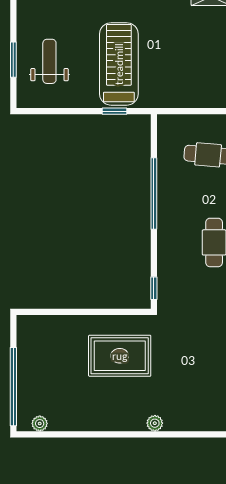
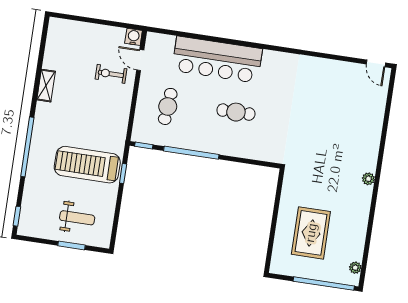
weight bench: (49, 61) -> (77, 218), turned 180
window: (154, 288) -> (144, 145), moved
rug: (120, 356) -> (311, 233), moved

